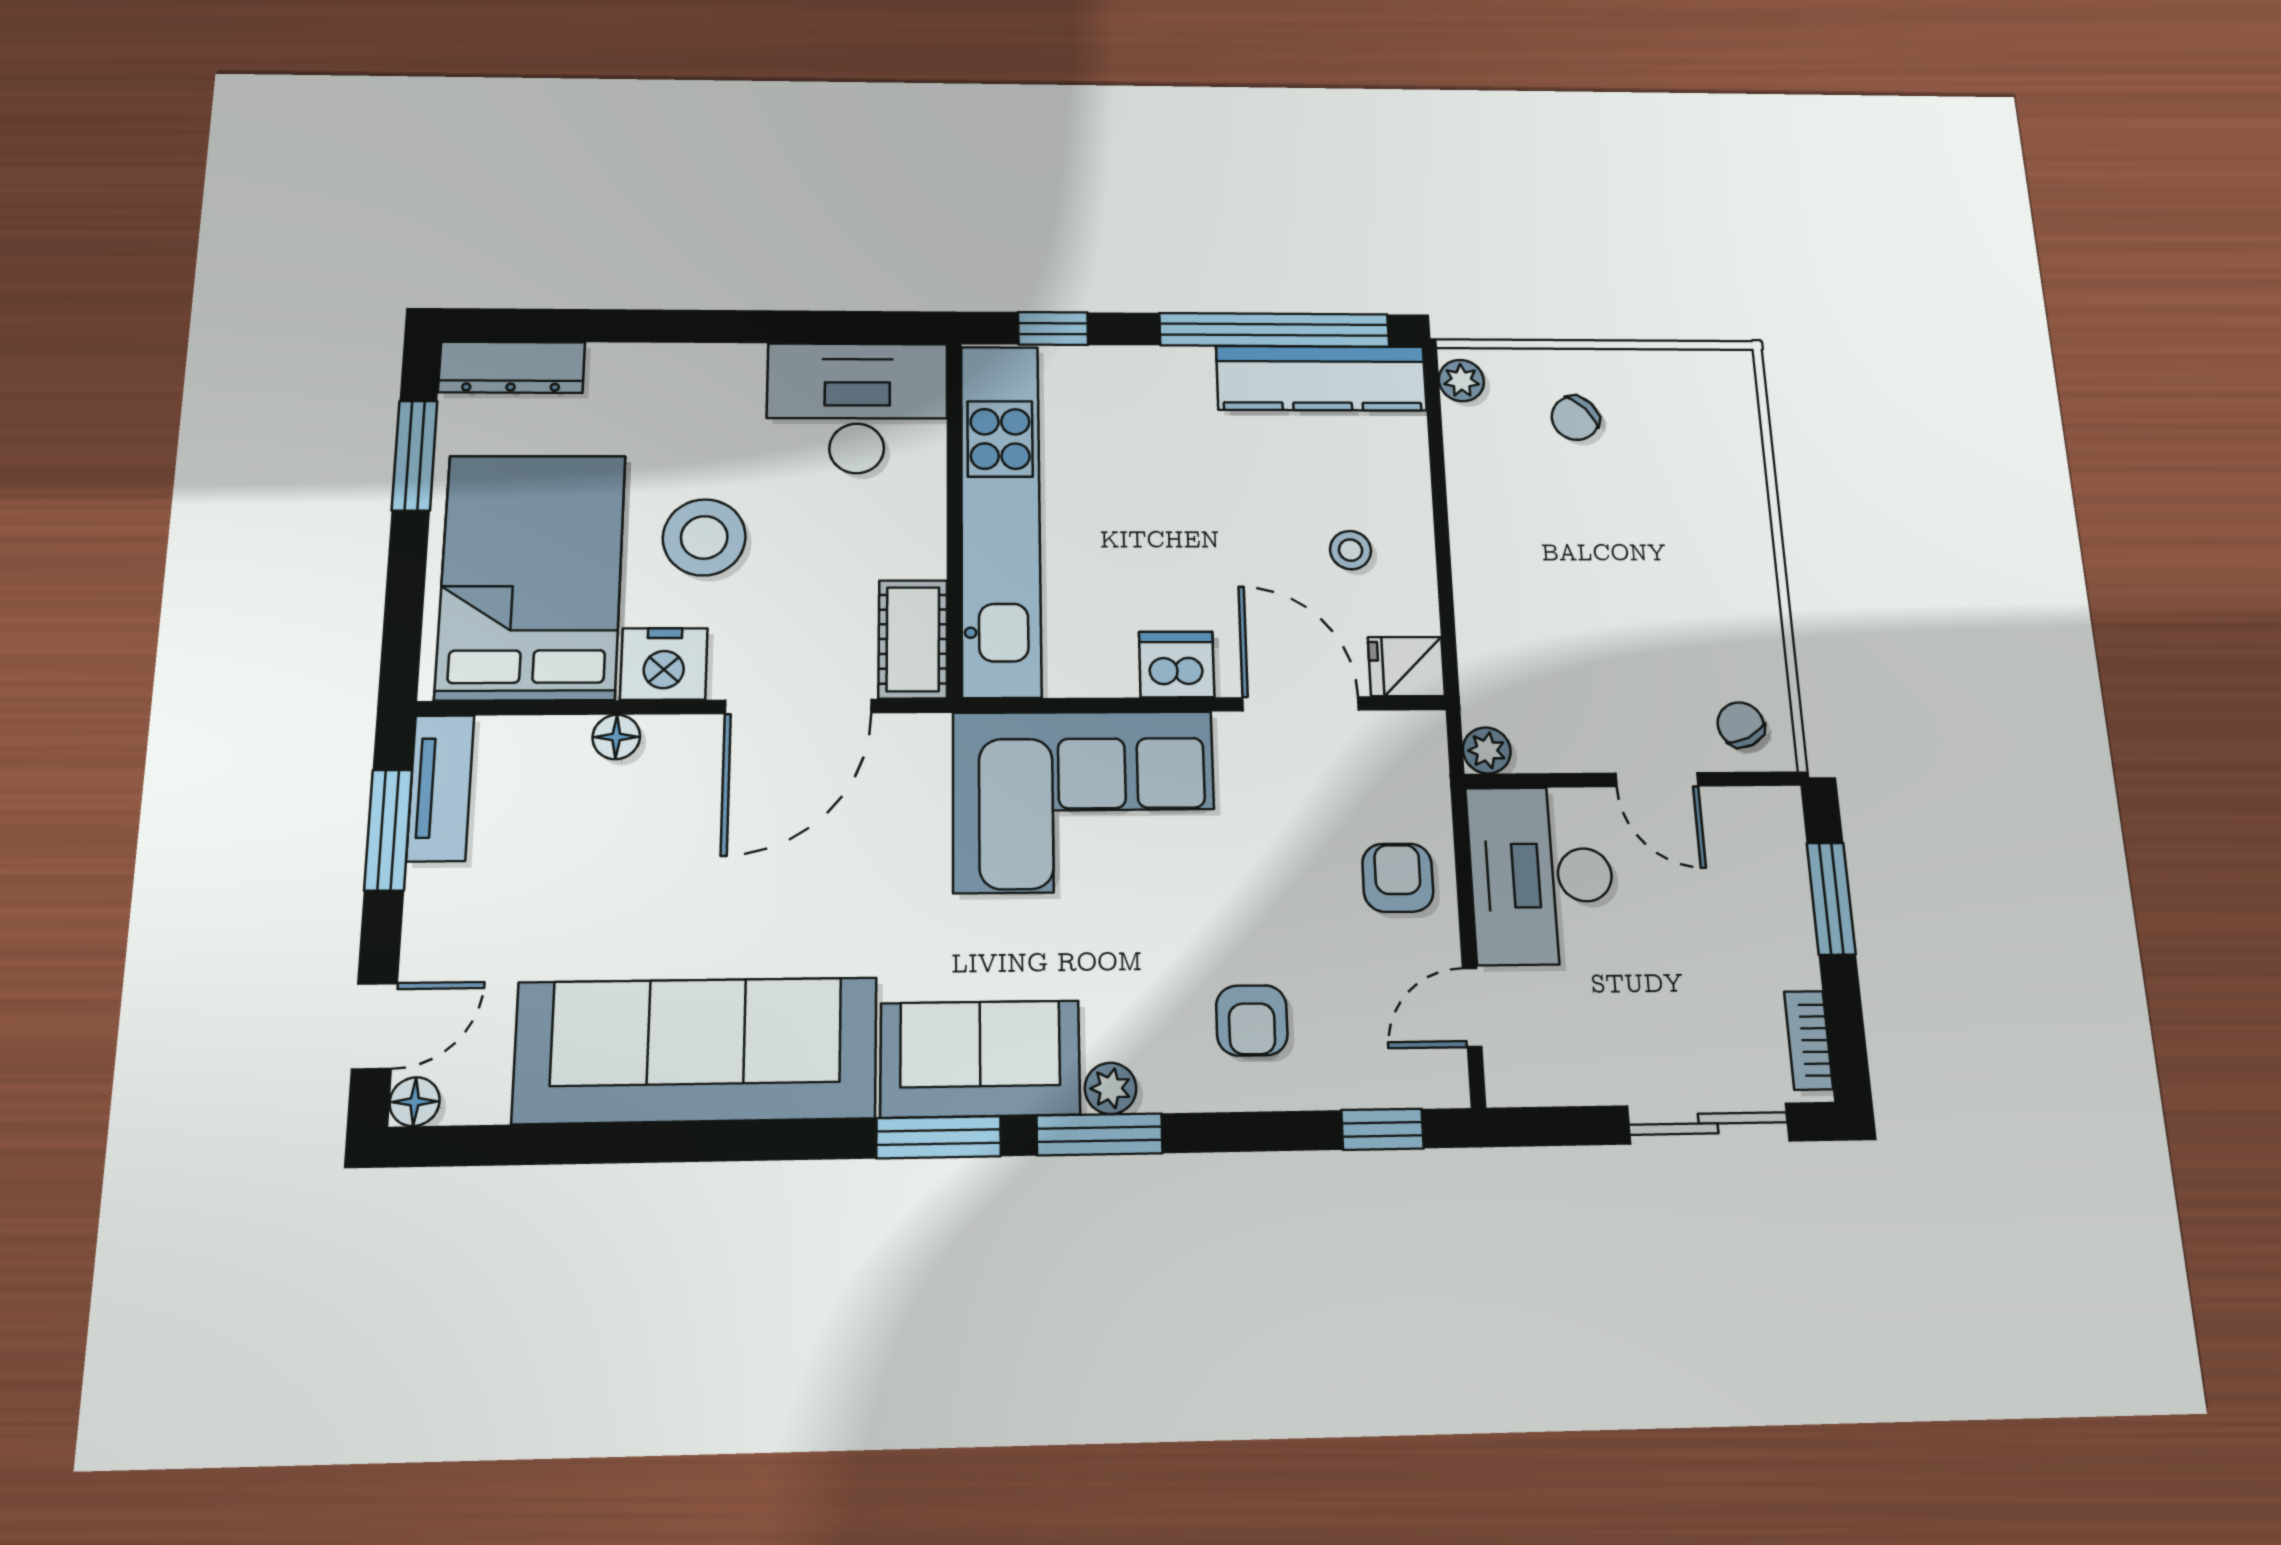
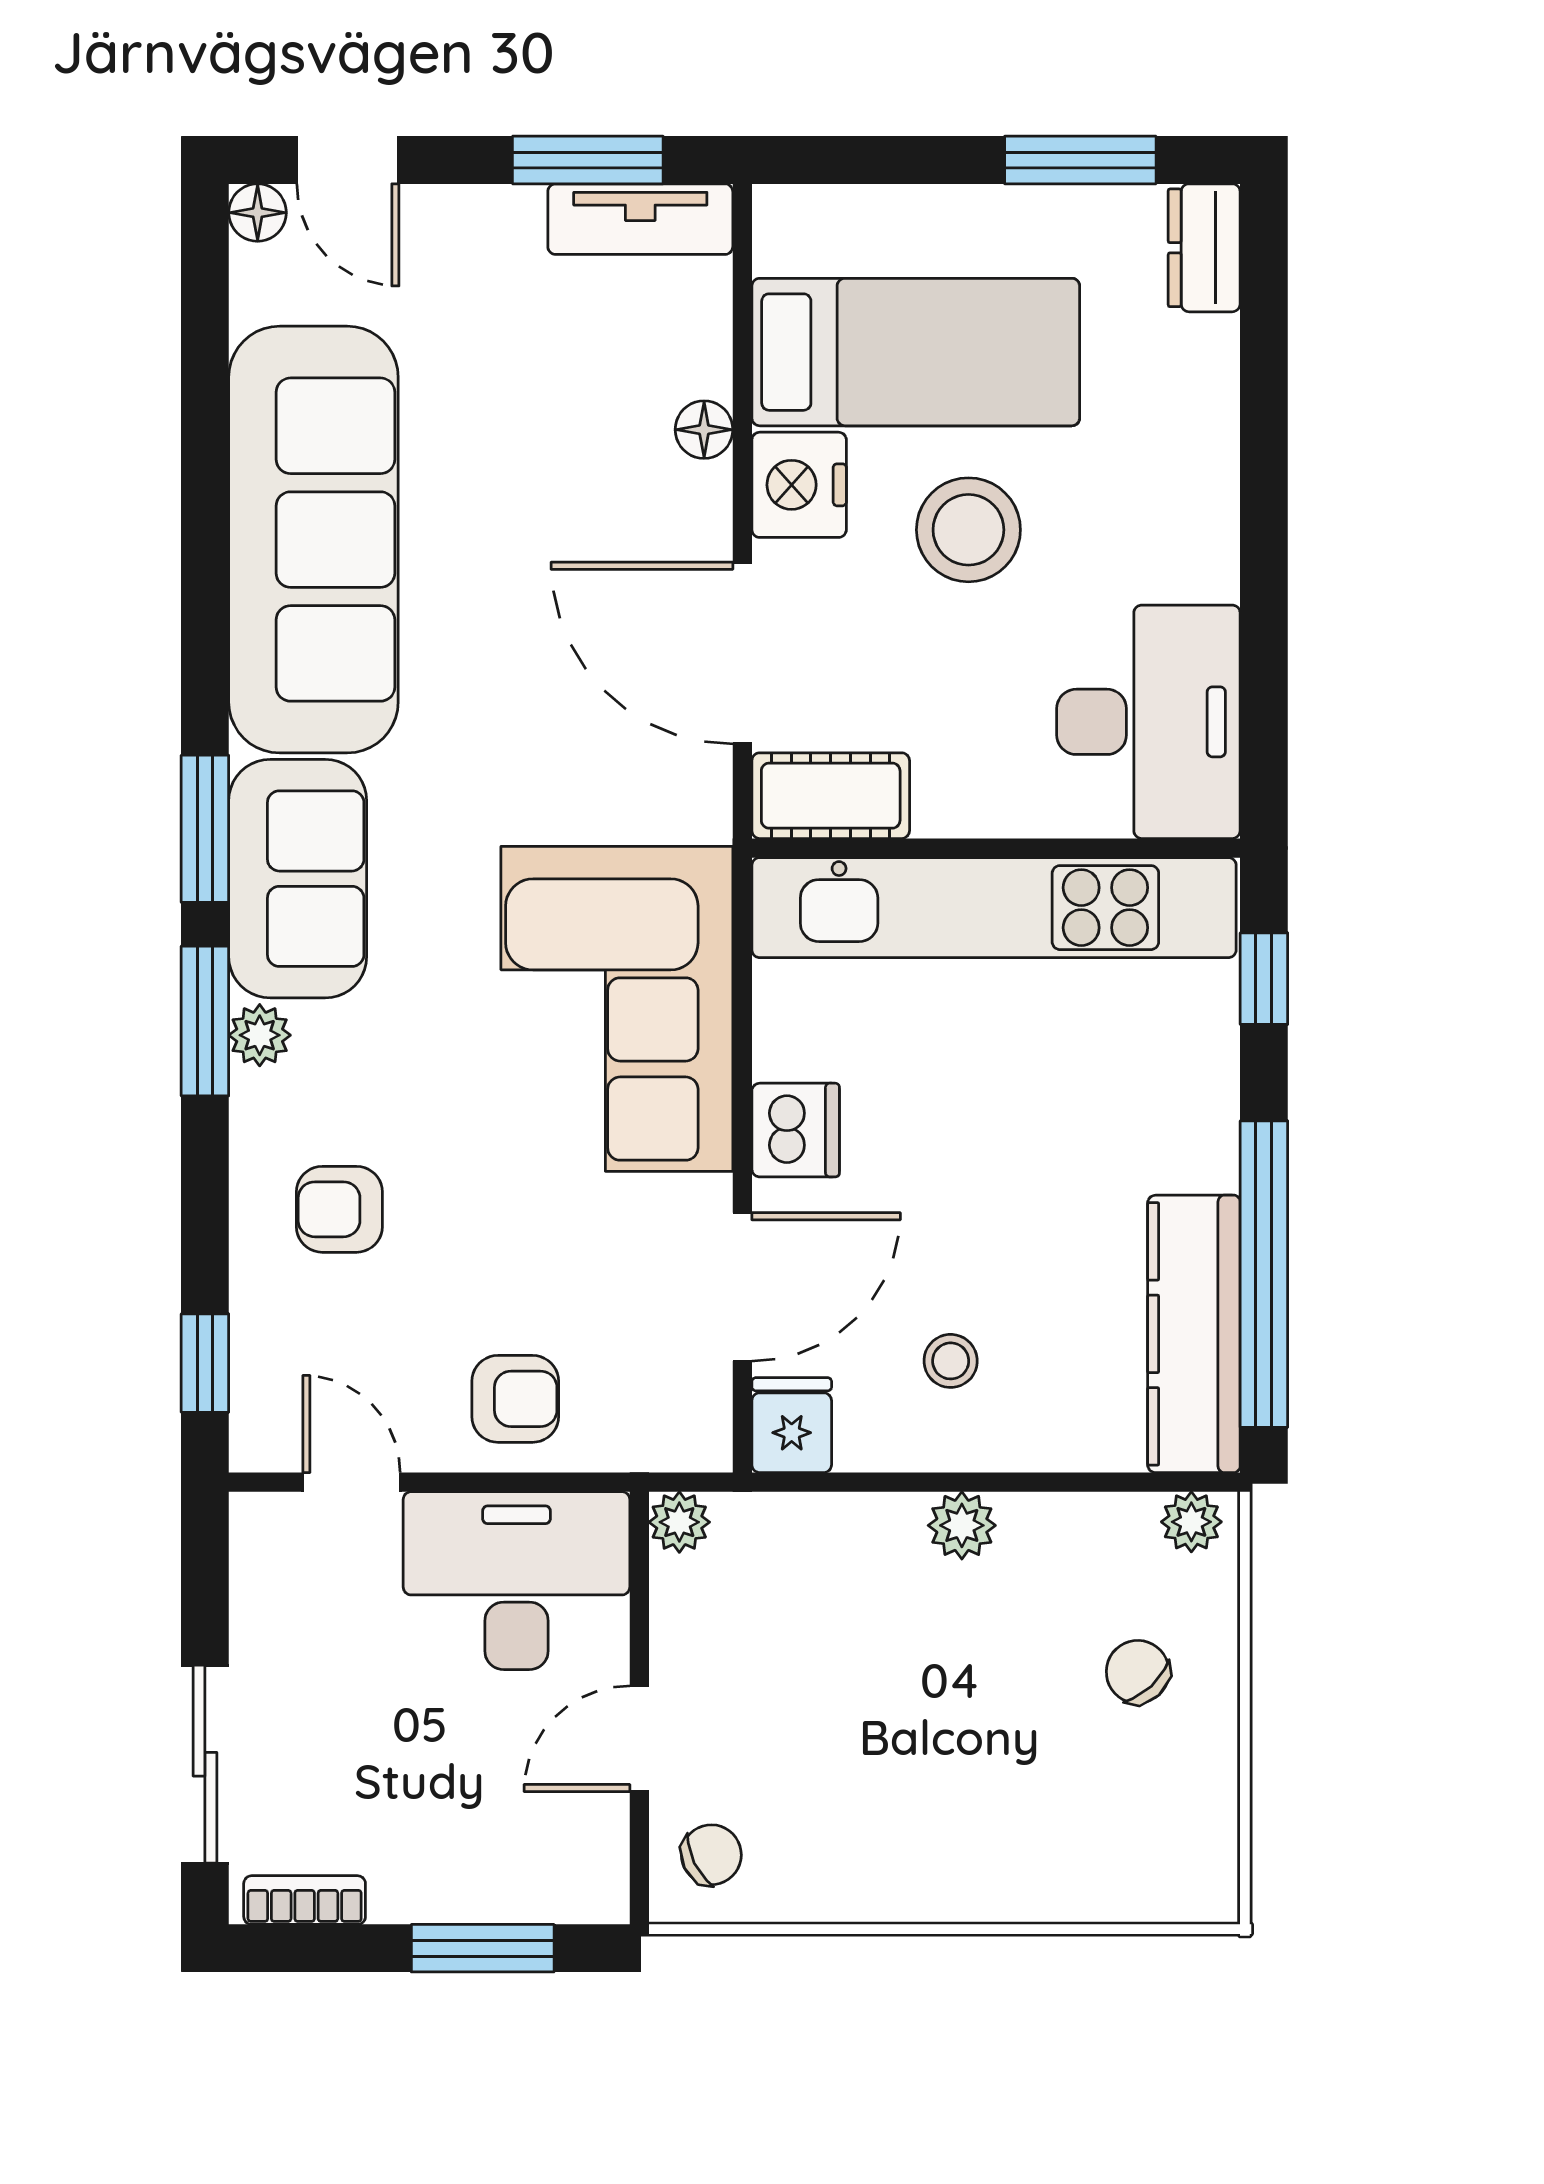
dresser: (512, 367) -> (1204, 248), width x0.70
plant: (1475, 542) -> (962, 1525), added
bed: (531, 576) -> (916, 352), width x0.67

